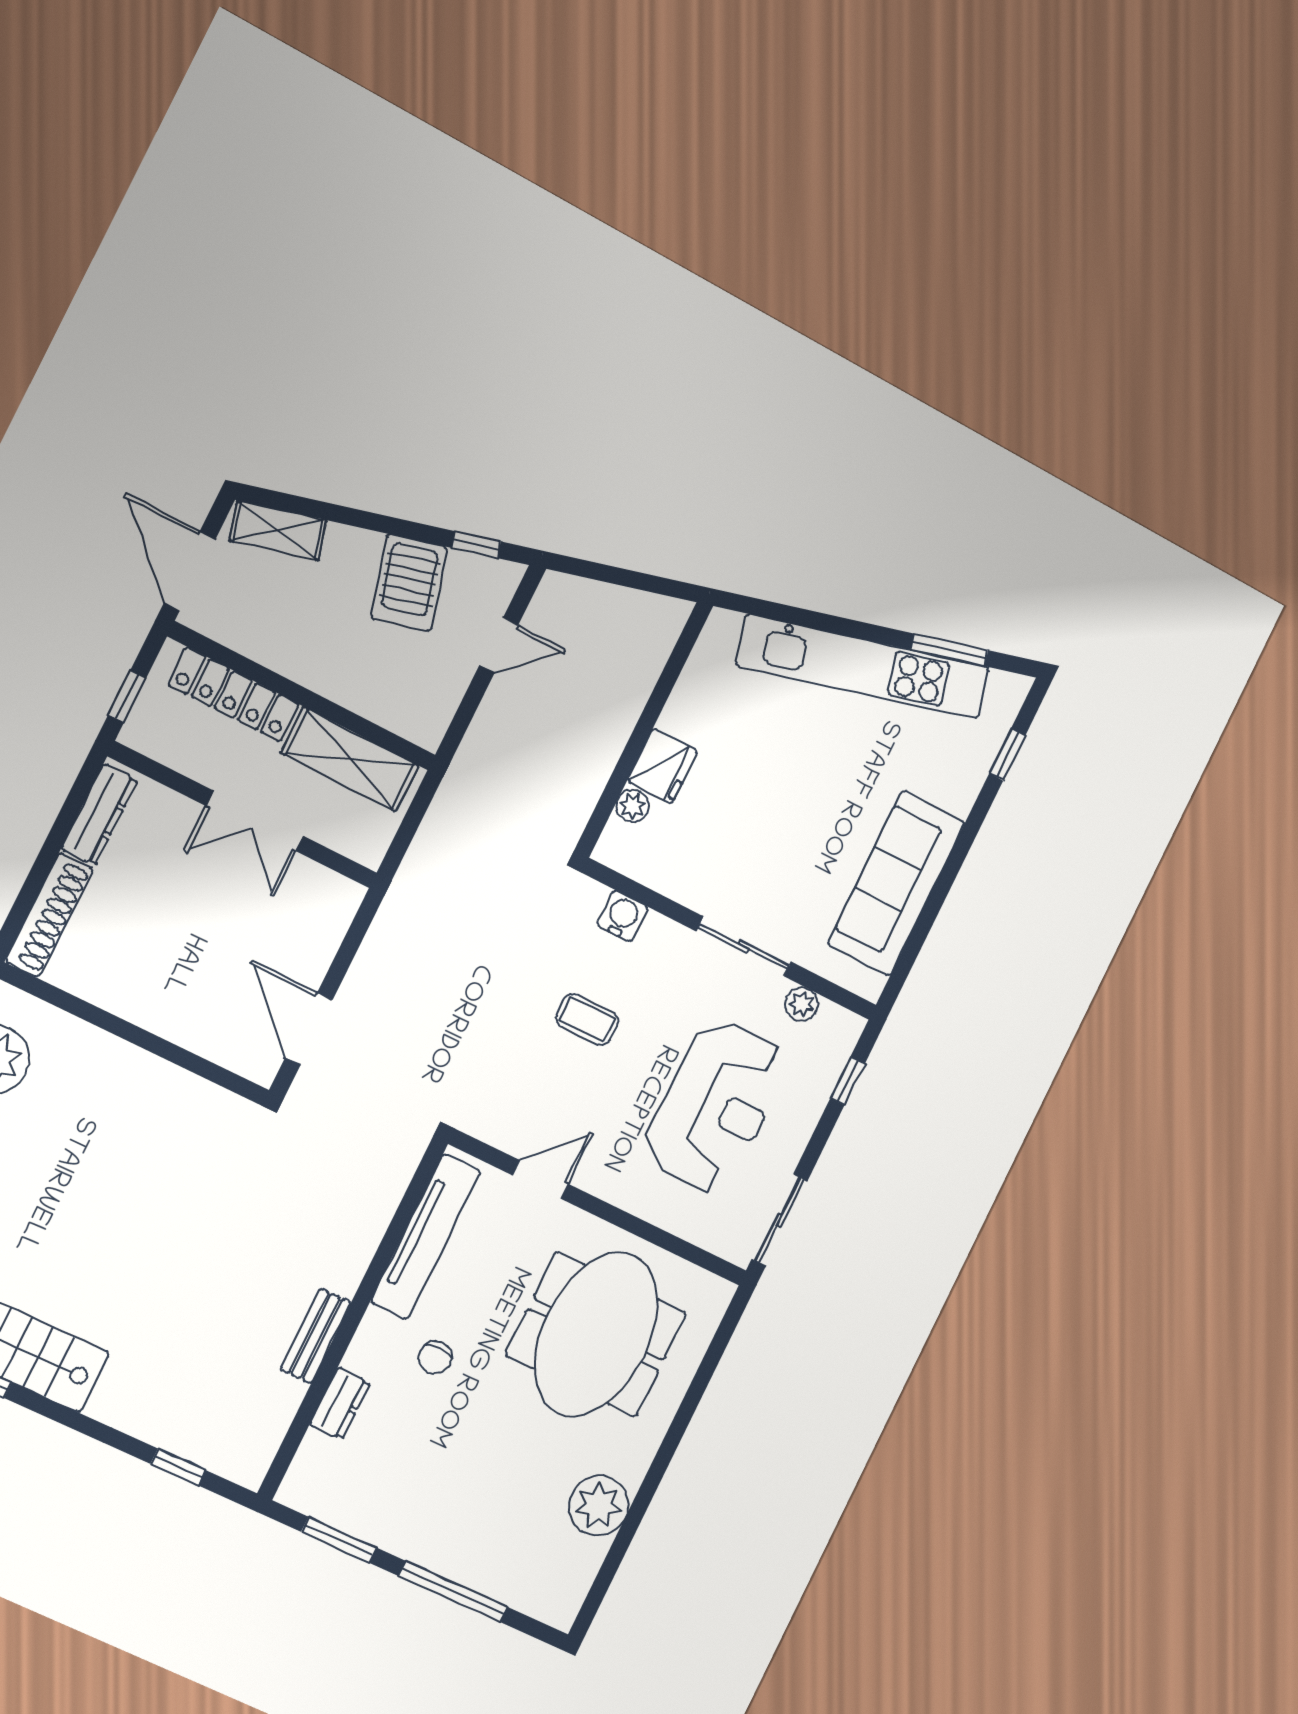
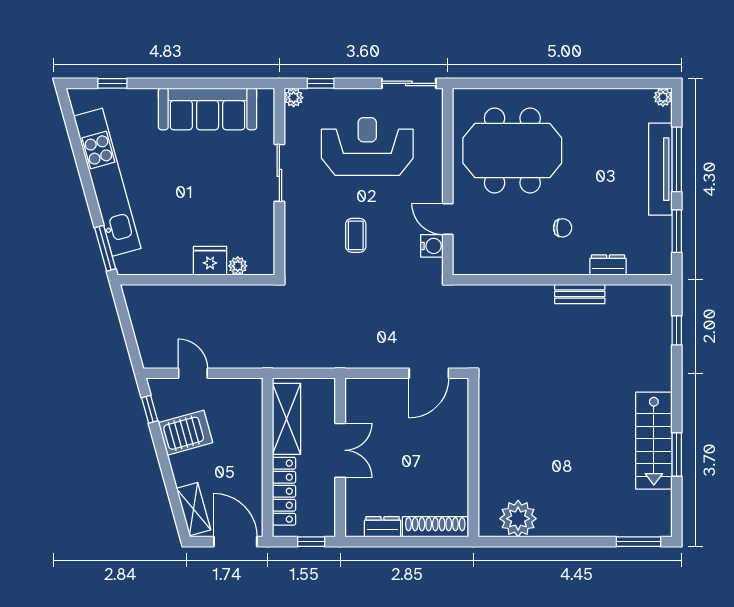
door: (190, 571) -> (235, 542), swing flipped
window: (949, 650) -> (105, 248), moved
dresser: (100, 814) -> (383, 527), width x0.70
water cooler: (622, 916) -> (432, 246), moved, turned 180
plant: (802, 1004) -> (294, 98), moved
tv unit: (425, 1236) -> (660, 169), moved, turned -90
plant: (599, 1506) -> (663, 97), moved, width x0.53, depth x0.53

